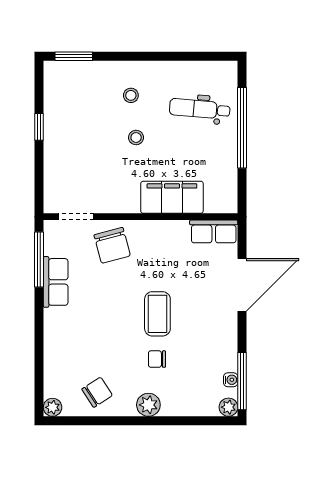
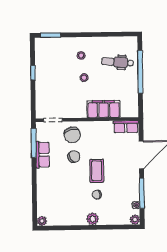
window: (242, 381) -> (142, 193), moved
chair: (97, 392) -> (74, 157), moved

